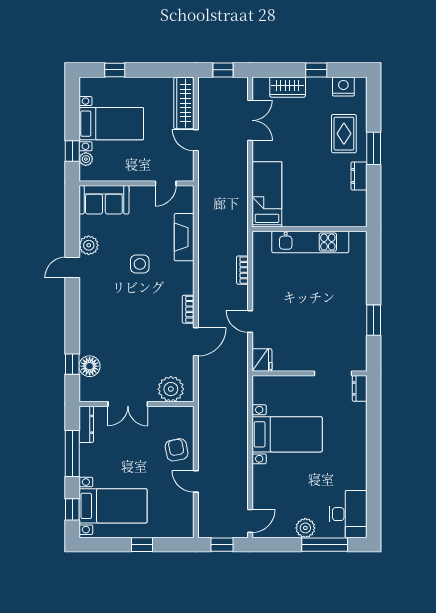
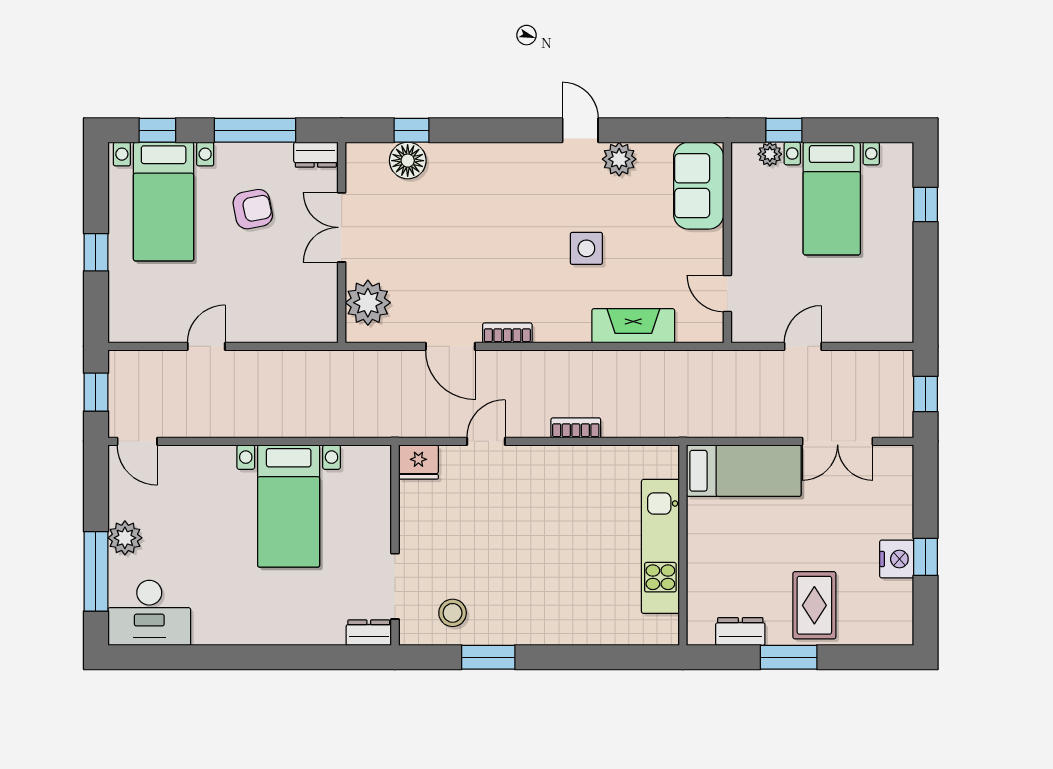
wardrobe: (288, 87) -> (896, 507), removed
nightstand: (343, 87) -> (897, 559), moved
wardrobe: (184, 103) -> (868, 325), removed
rug: (344, 134) -> (814, 605), turned 90
bed: (267, 194) -> (744, 471), moved
wall: (310, 229) -> (683, 545), moved
kitchen unit: (310, 242) -> (660, 546), moved
stool: (348, 341) -> (453, 613), added
dresser: (86, 424) -> (316, 155), width x0.70
armchair: (177, 450) -> (253, 209), moved

